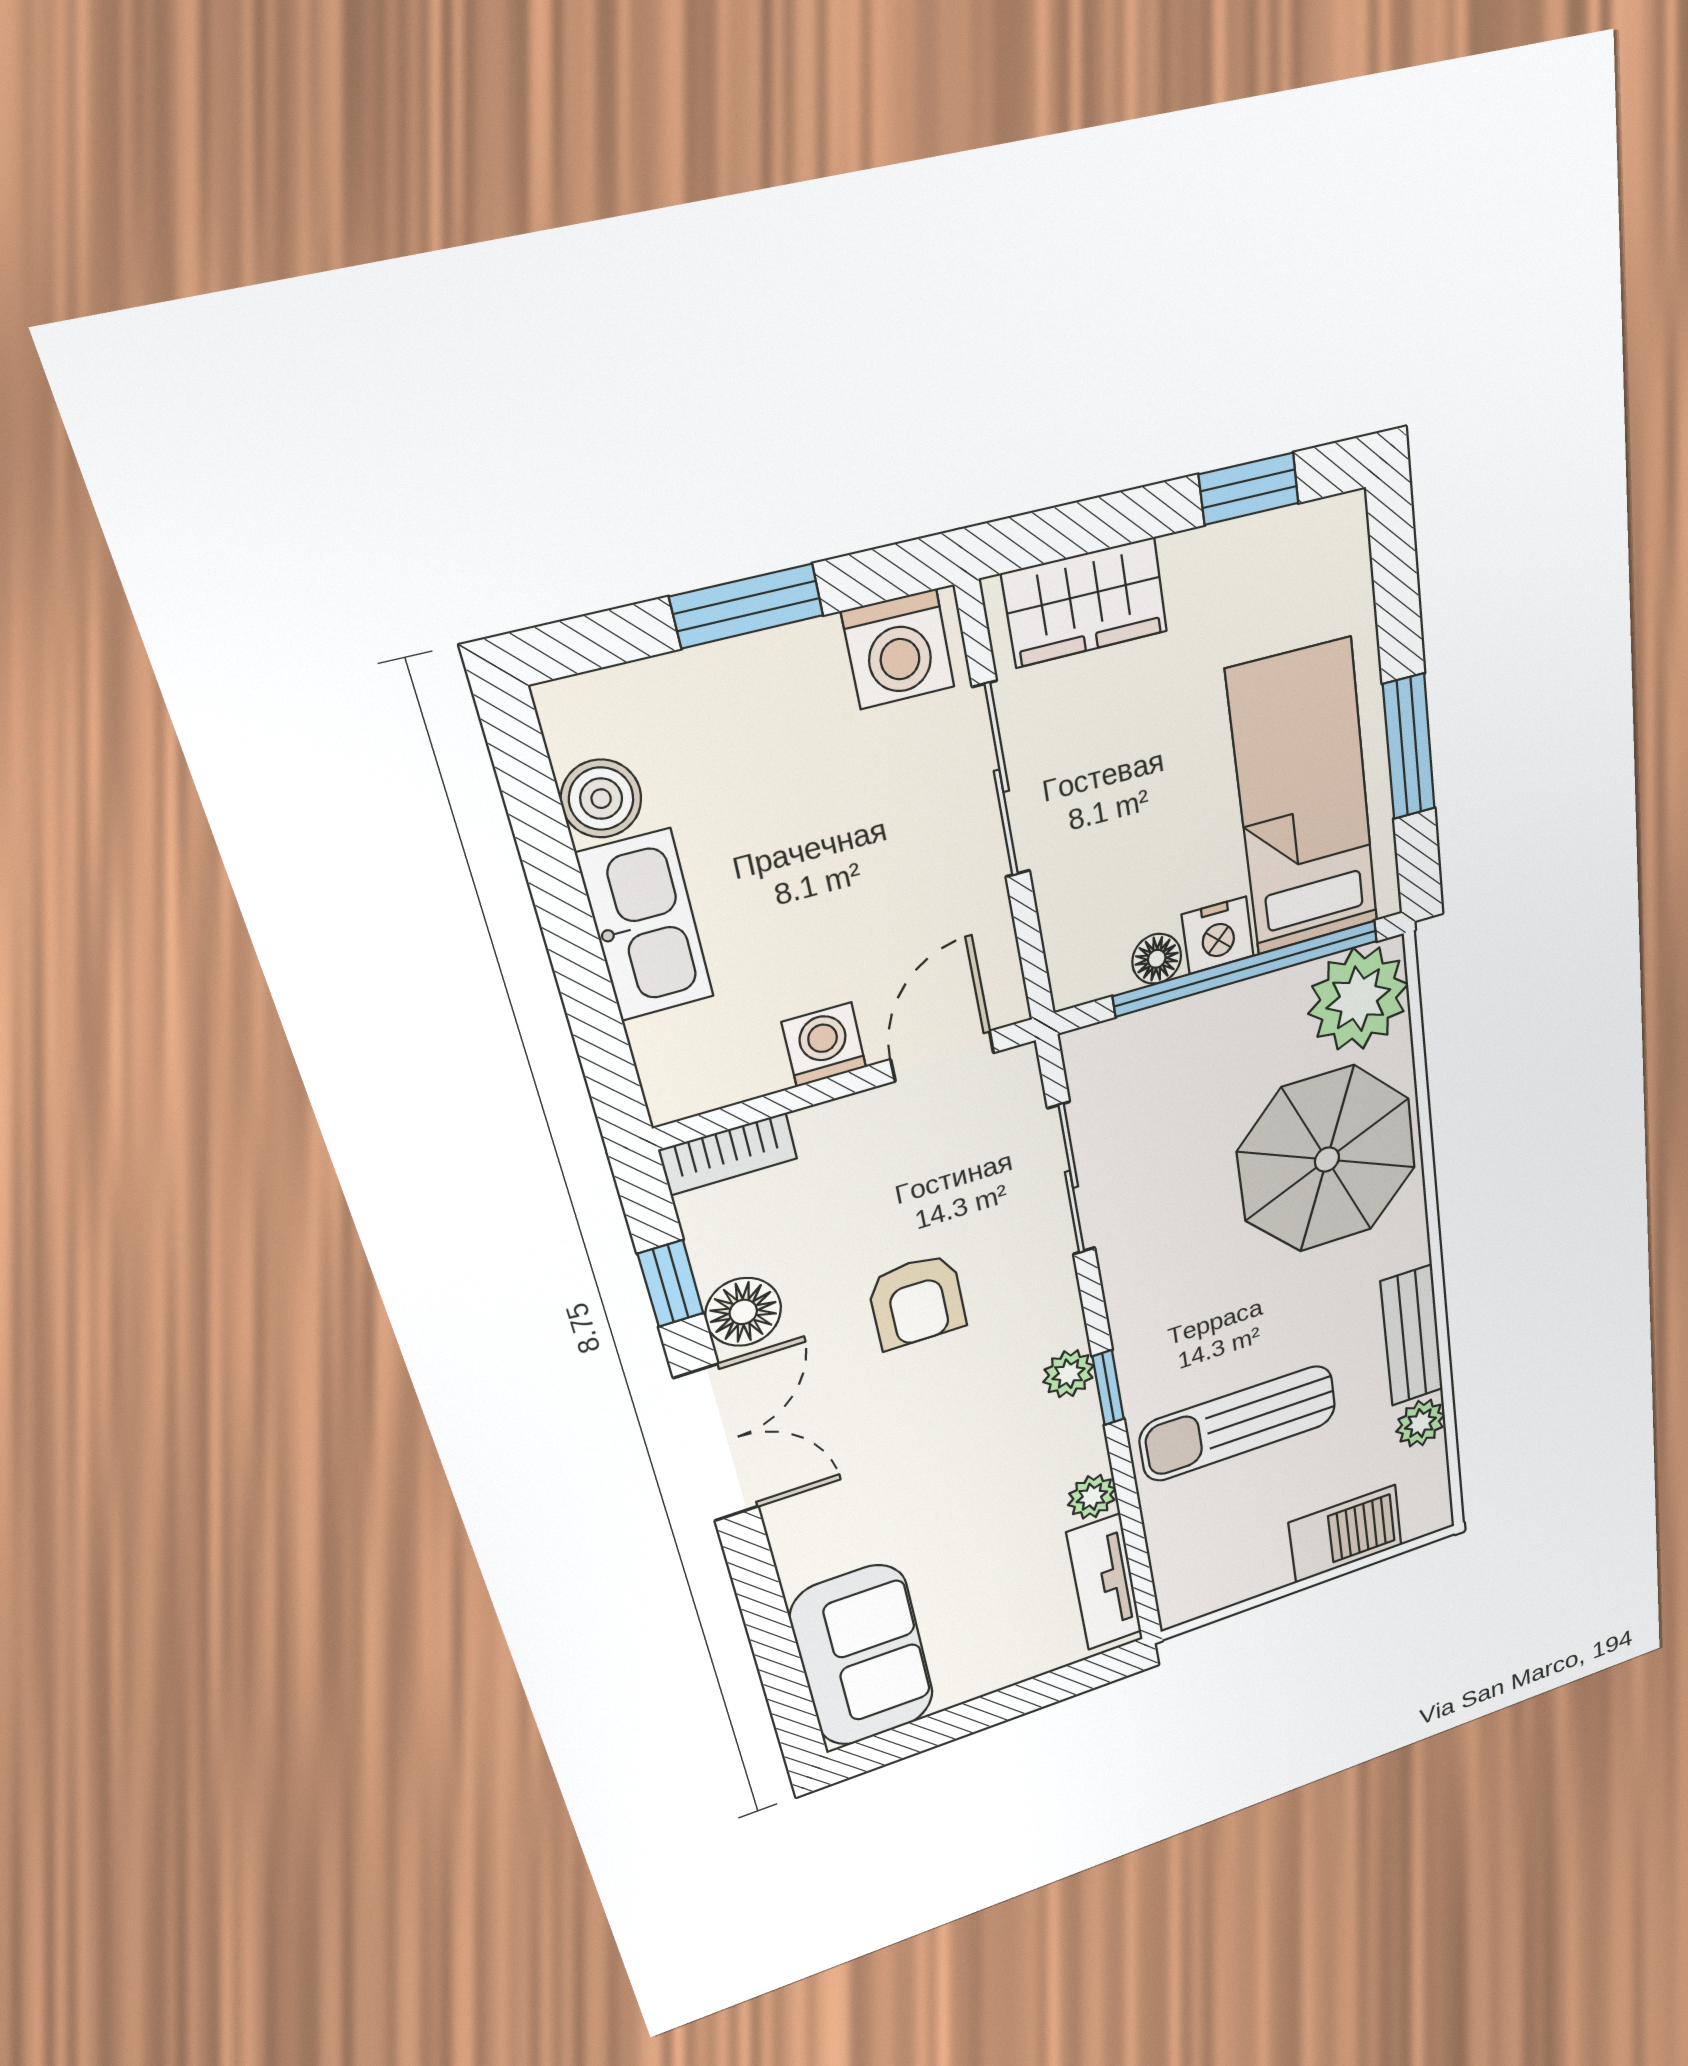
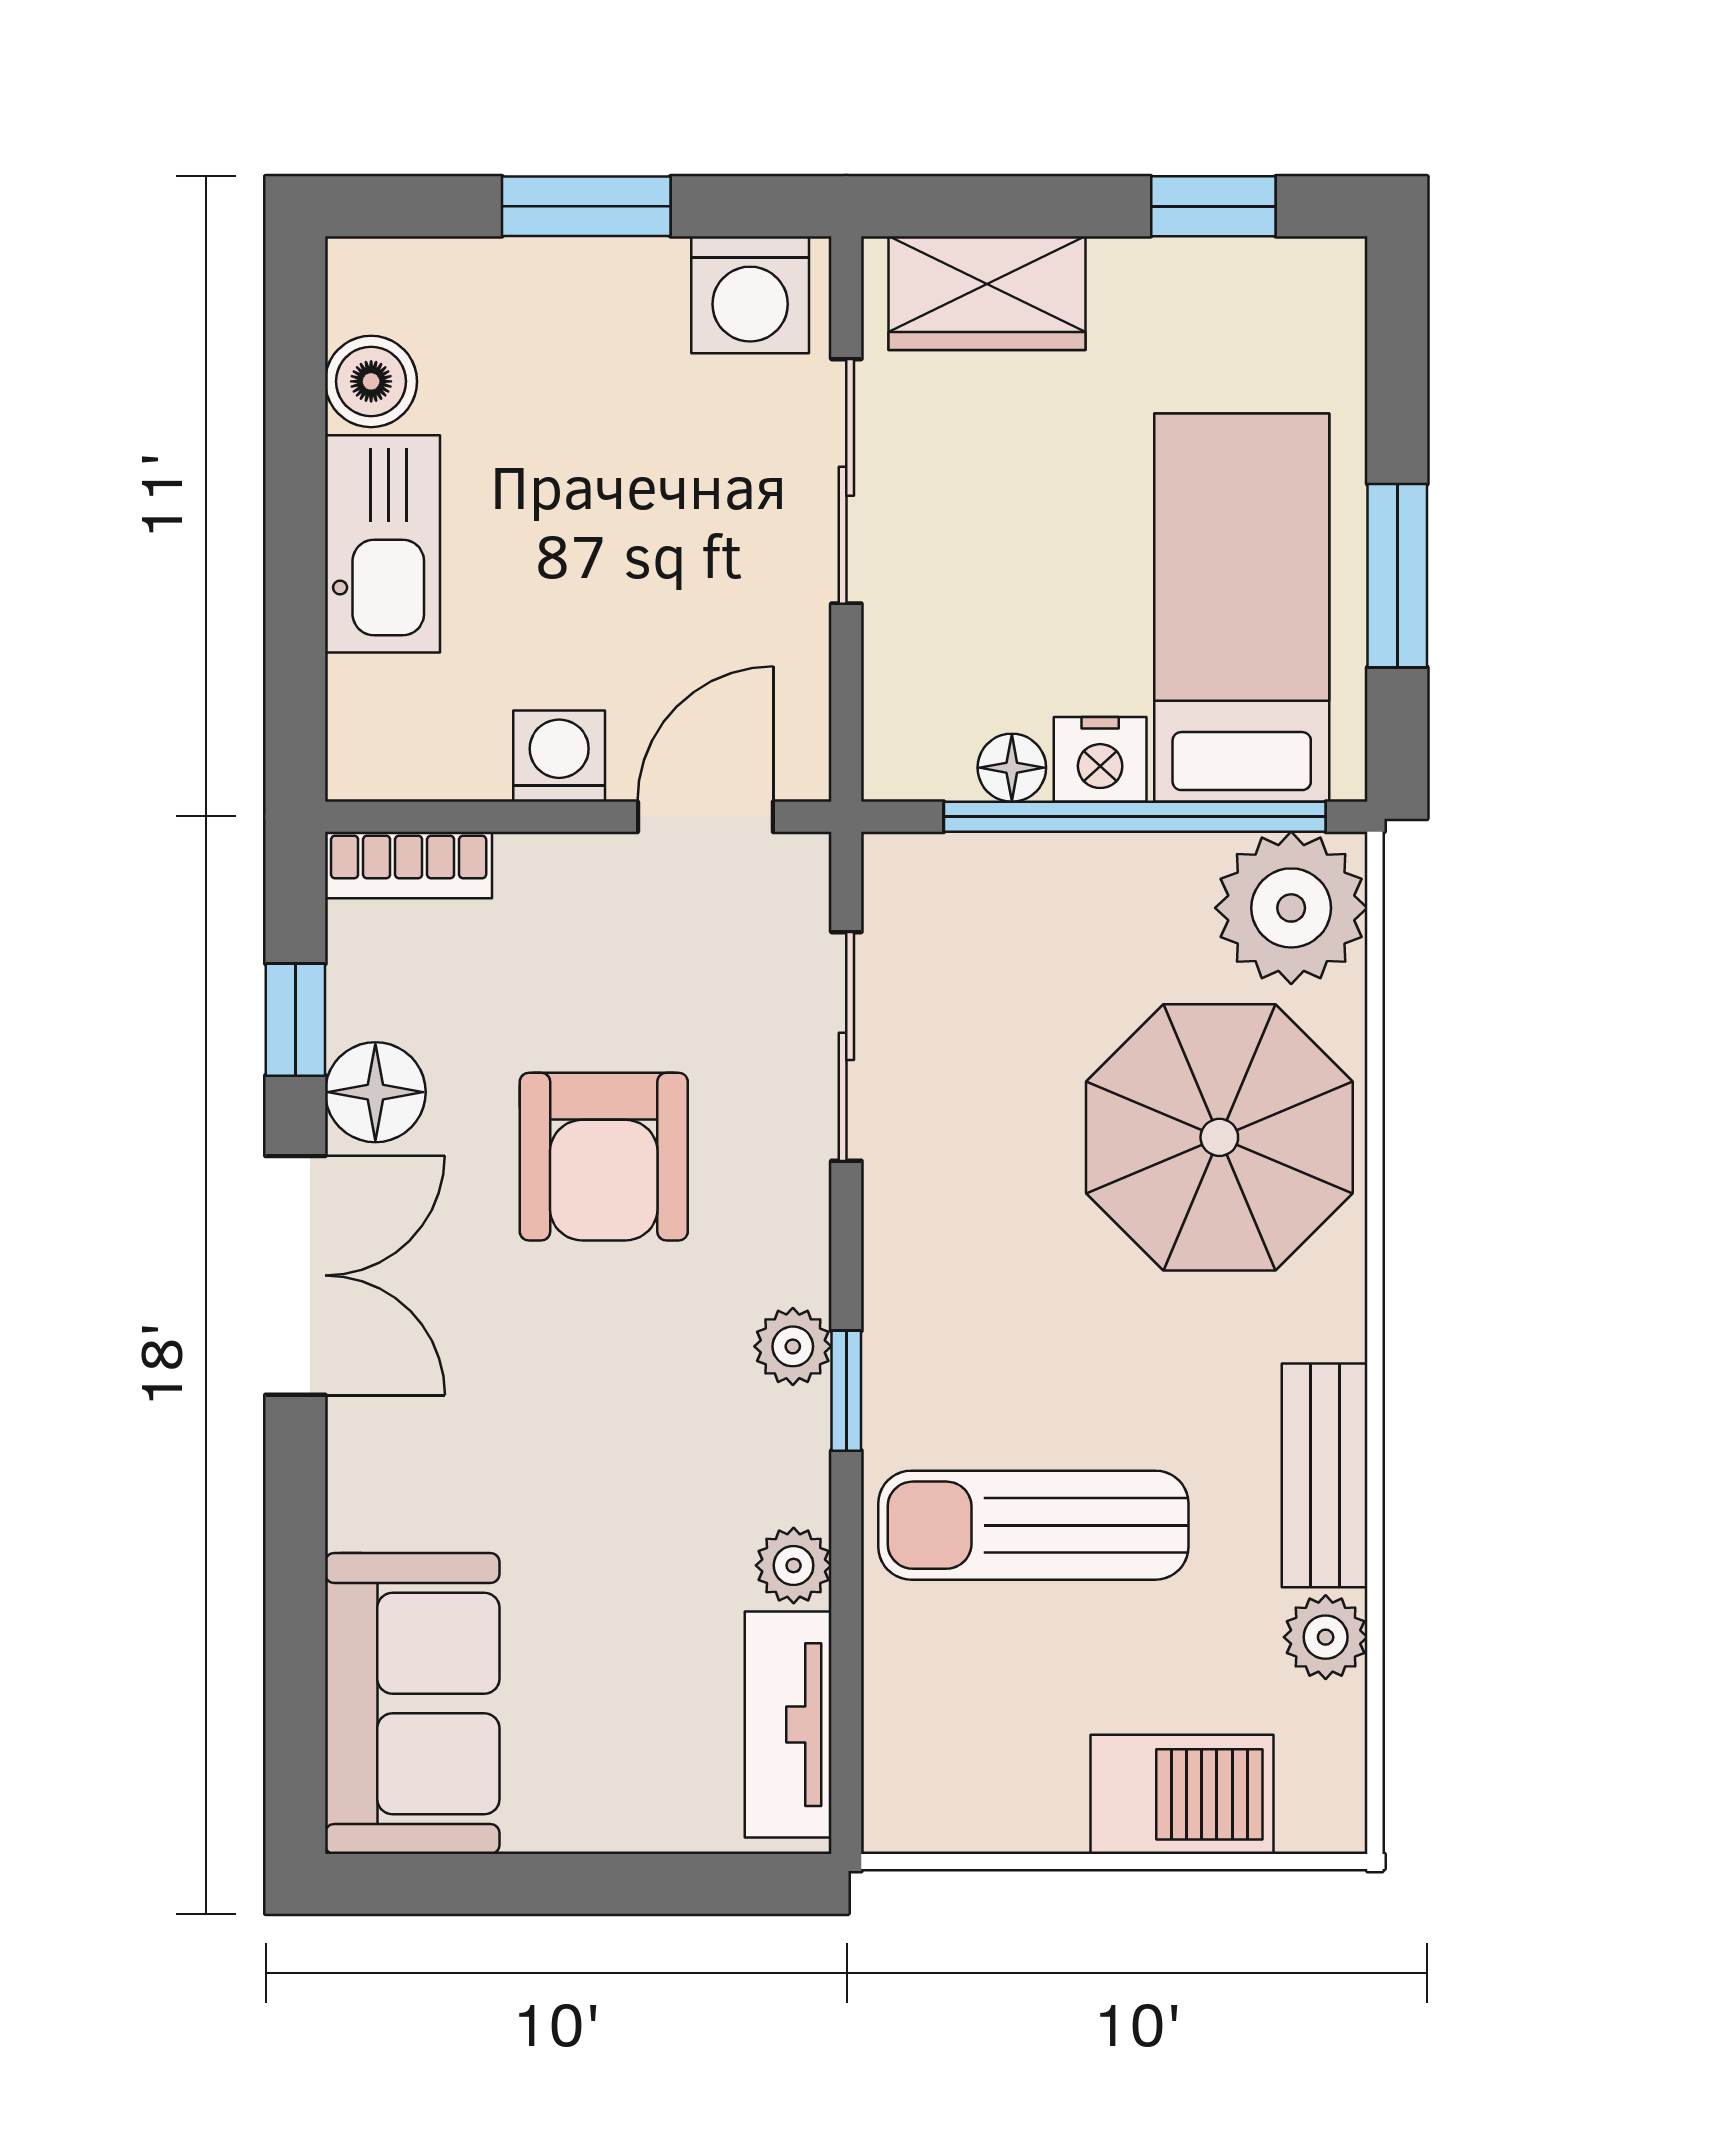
armchair: (917, 1301) -> (604, 1157), width x1.38, depth x1.38

